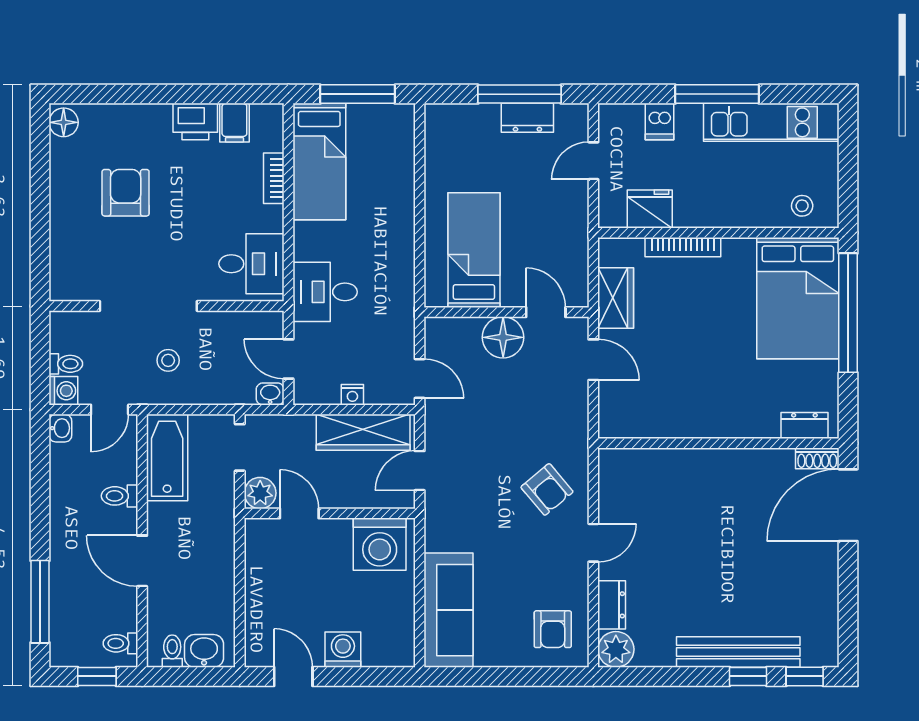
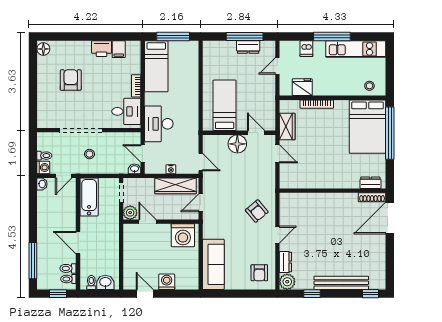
bookcase: (274, 178) -> (136, 86), moved
desk: (325, 292) -> (159, 124), width x1.37
shoe rack: (817, 458) -> (372, 197), width x1.43
toilet: (120, 496) -> (68, 268), moved
window: (748, 676) -> (312, 294), moved

